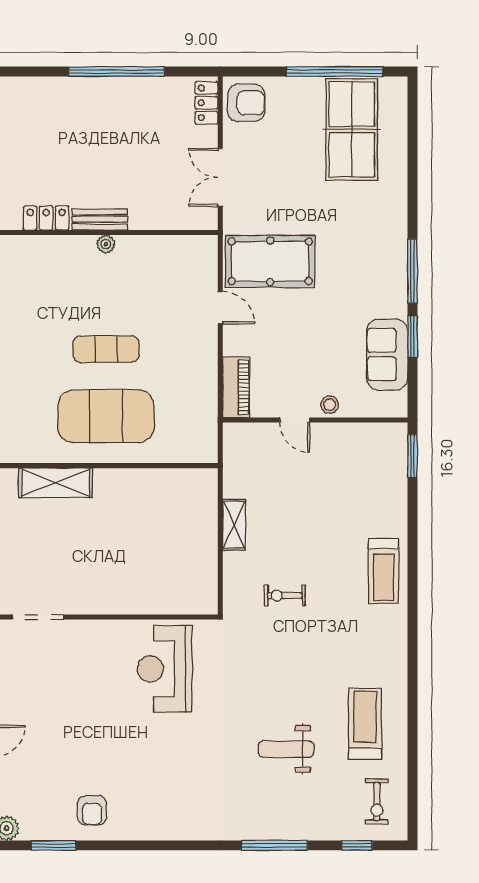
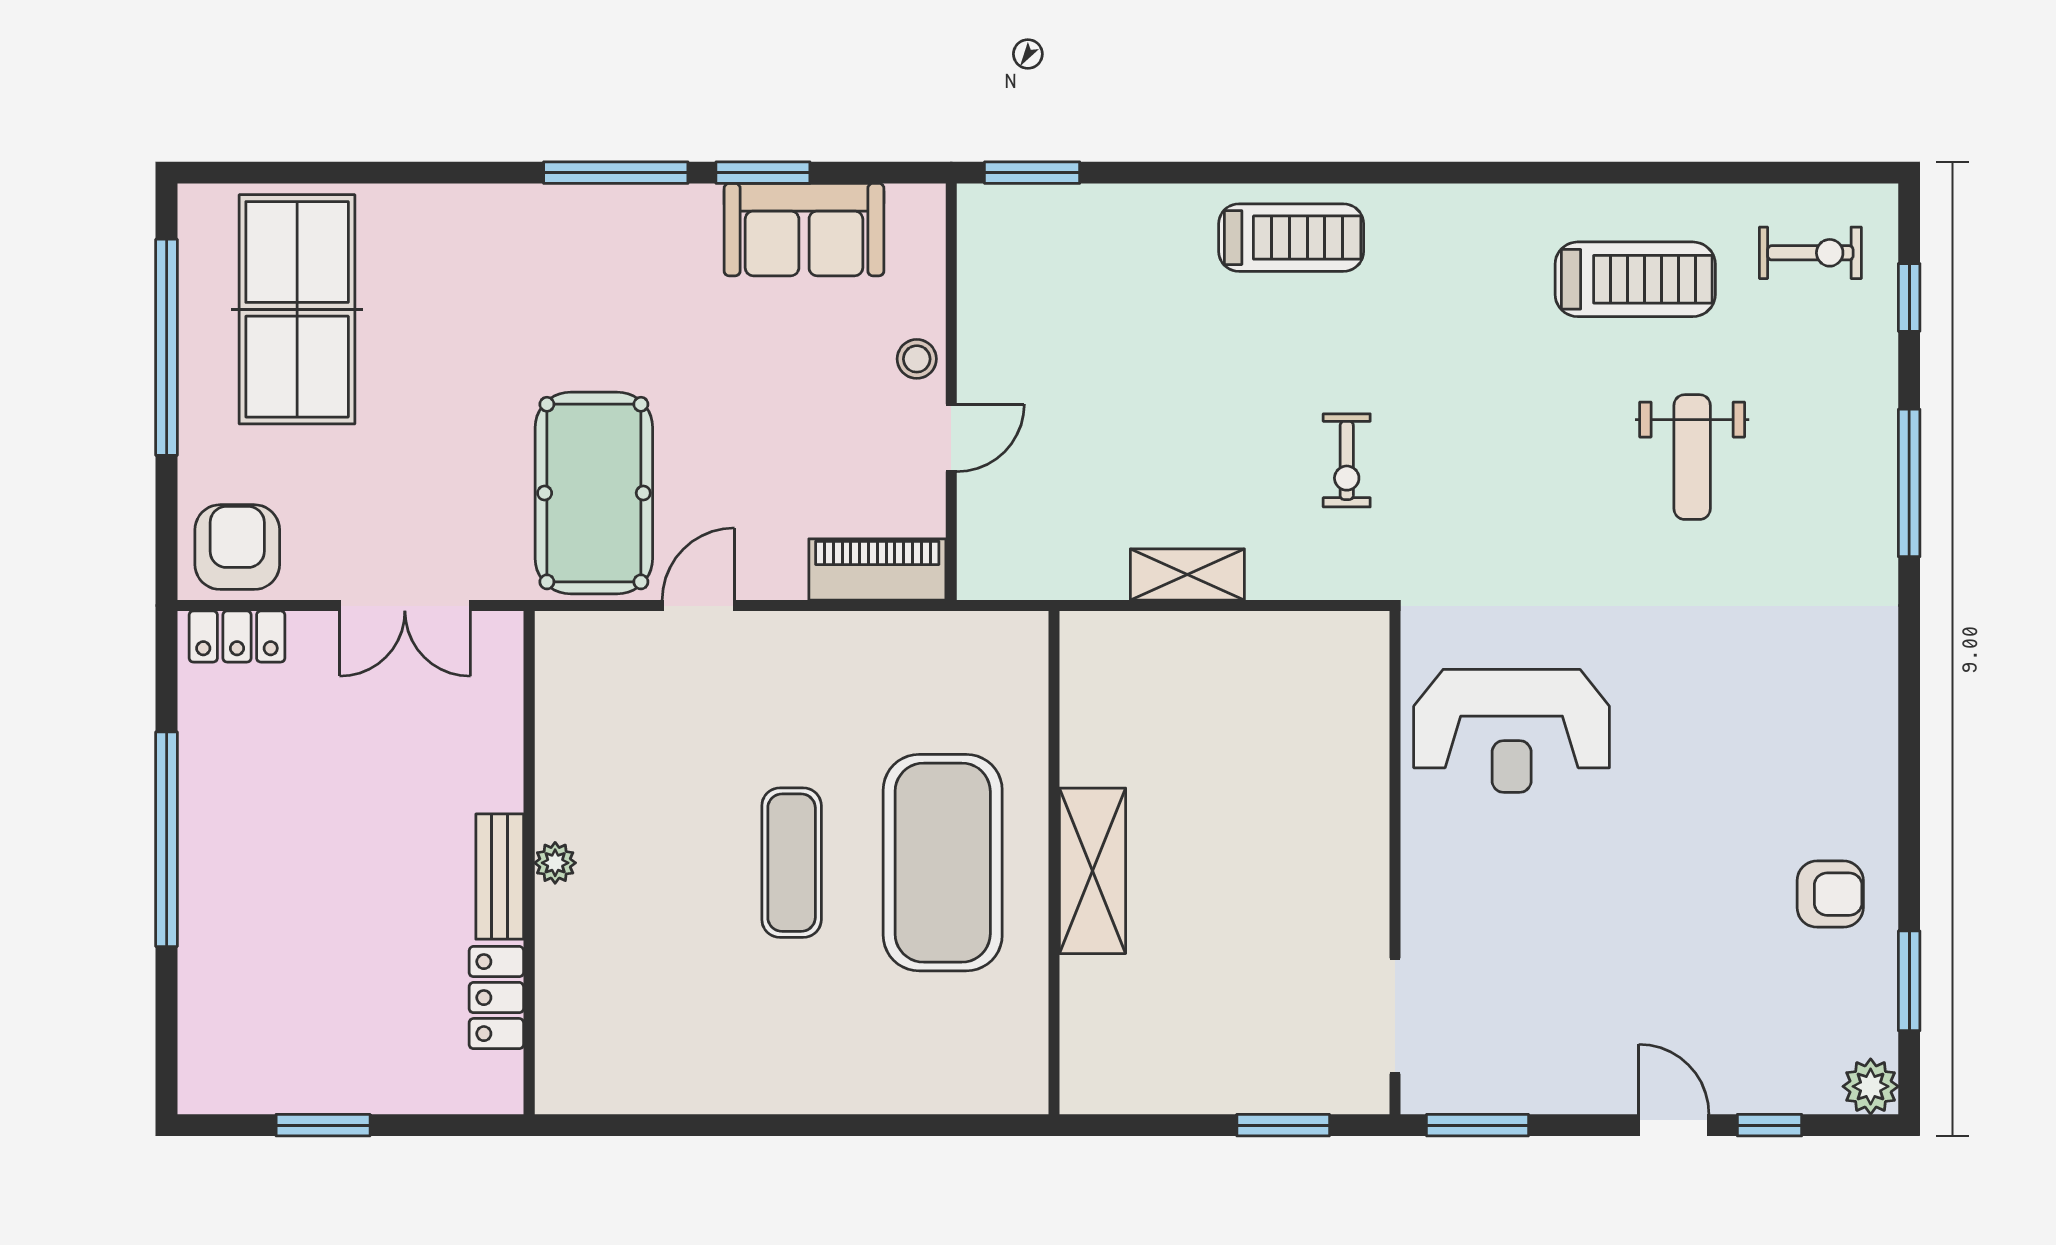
table tennis table: (352, 129) -> (297, 309), turned 90
shelving: (56, 483) -> (1093, 871), moved
treadmill: (365, 724) -> (1635, 279), turned 180

